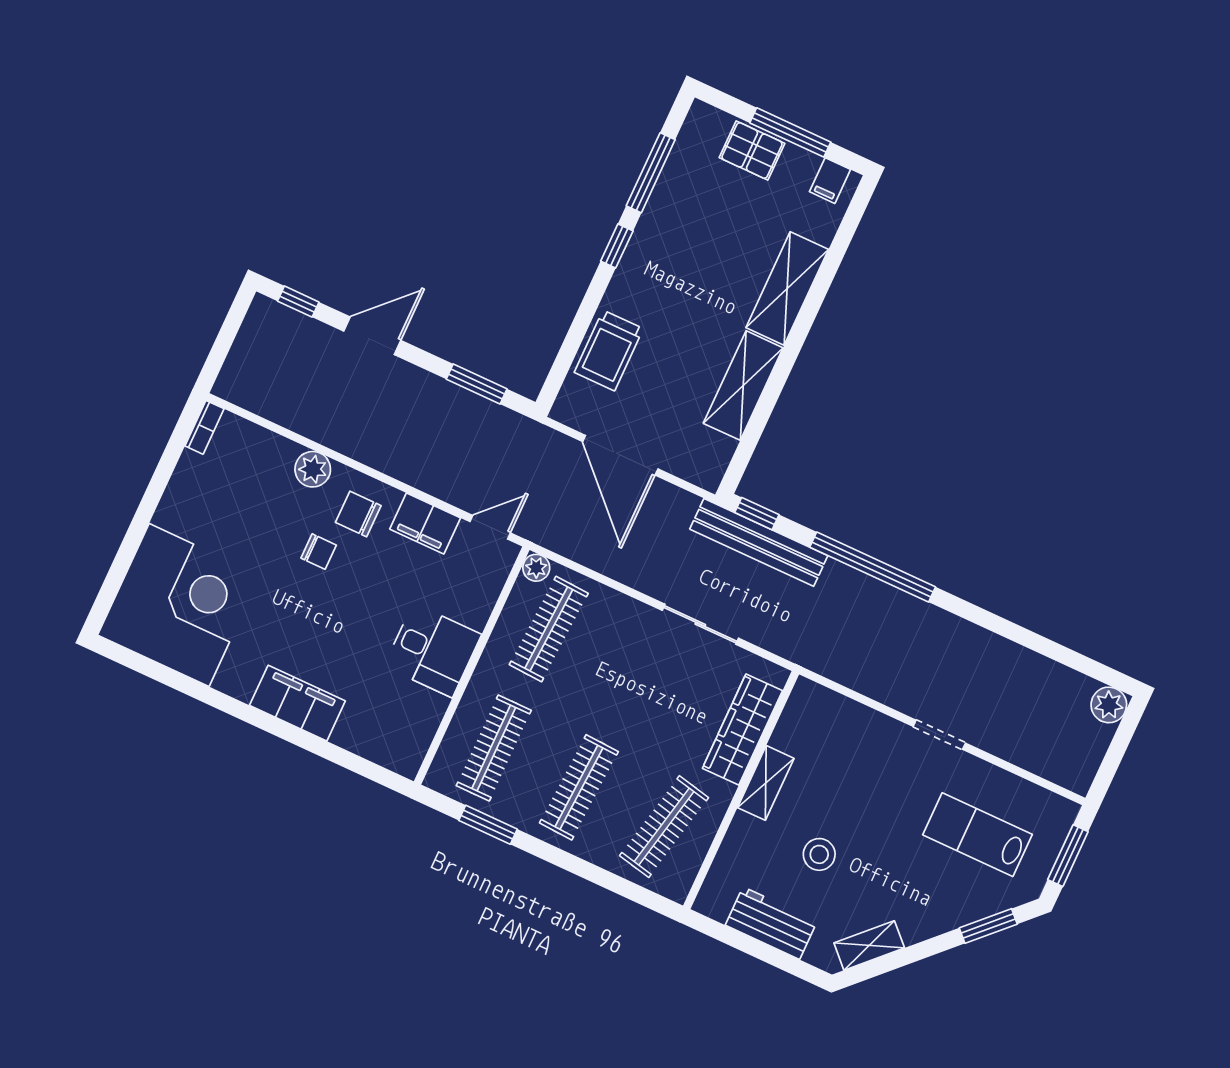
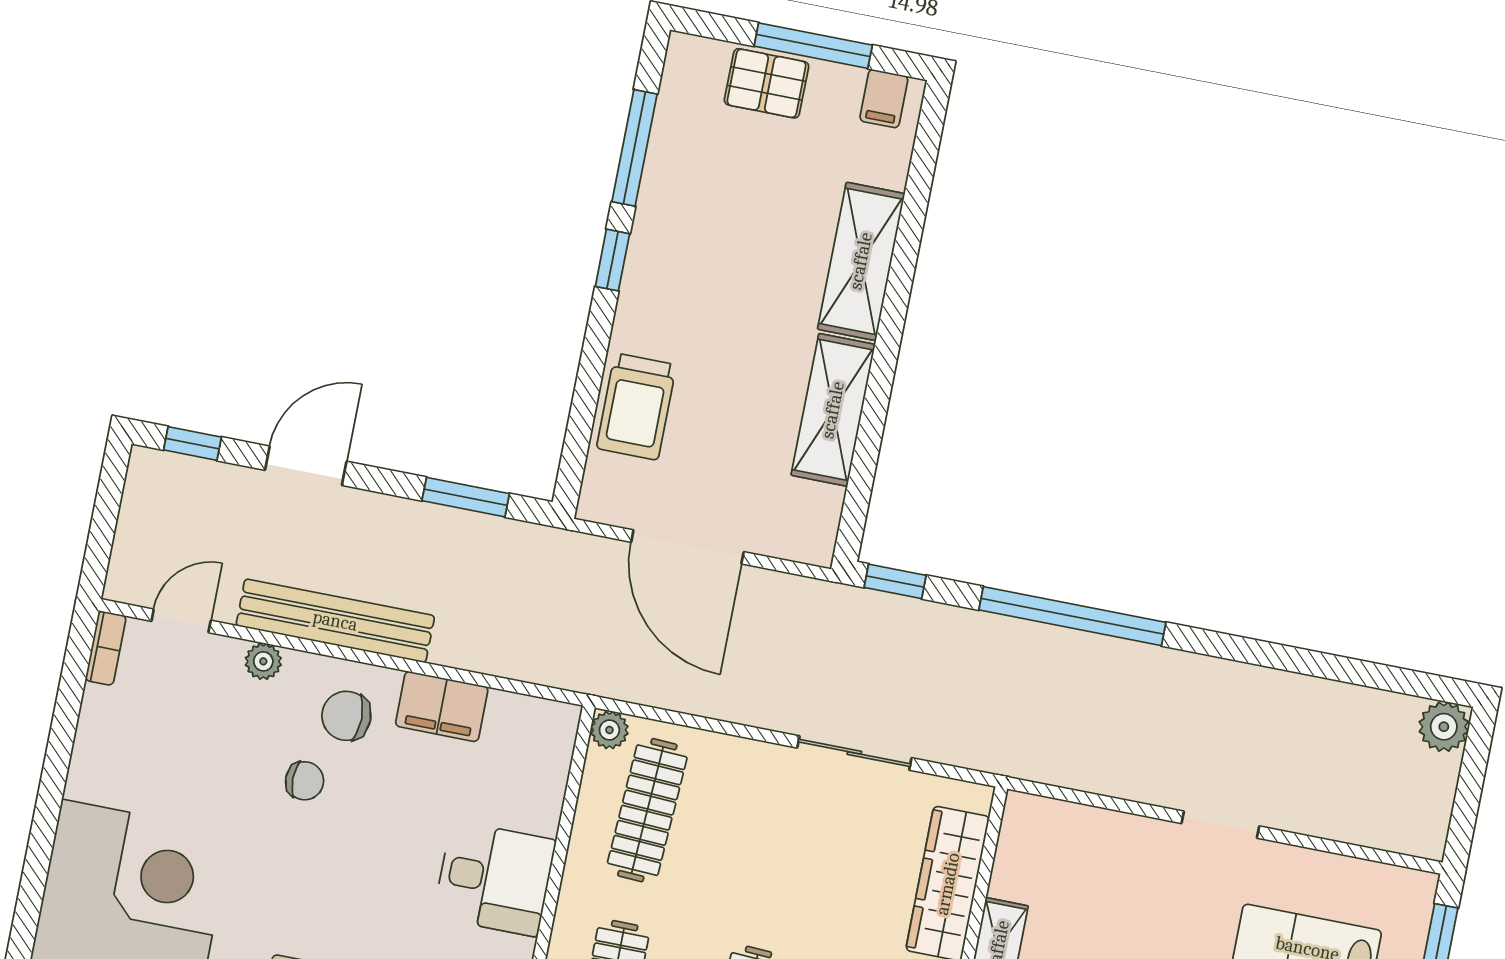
plant: (313, 469) -> (263, 661), width x0.73, depth x0.73
door: (490, 527) -> (181, 621), moved
bench: (759, 542) -> (335, 621), moved

